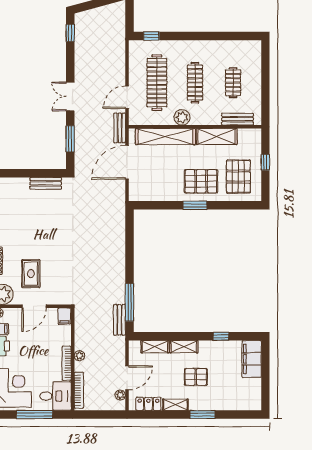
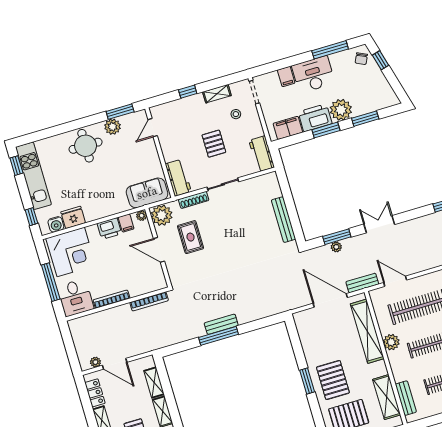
shelving: (217, 136) -> (387, 397), moved
bench: (46, 183) -> (283, 220), width x1.36
rug: (31, 274) -> (191, 237), turned 90
window: (129, 302) -> (218, 336), moved
filing cabinet: (64, 316) -> (158, 283), removed
bench: (119, 320) -> (221, 324), moved
plant: (79, 356) -> (336, 247), moved
bookcase: (79, 390) -> (149, 301), moved

